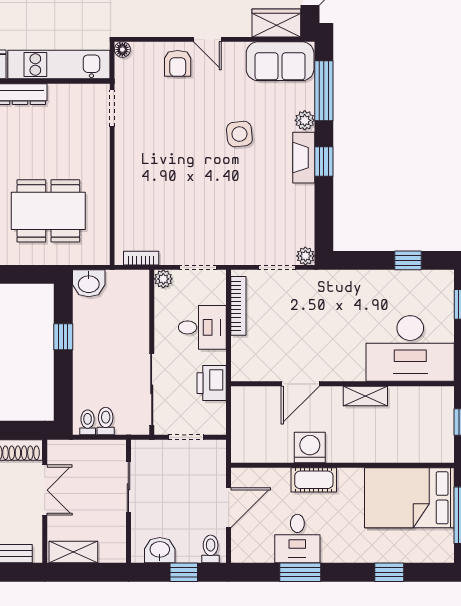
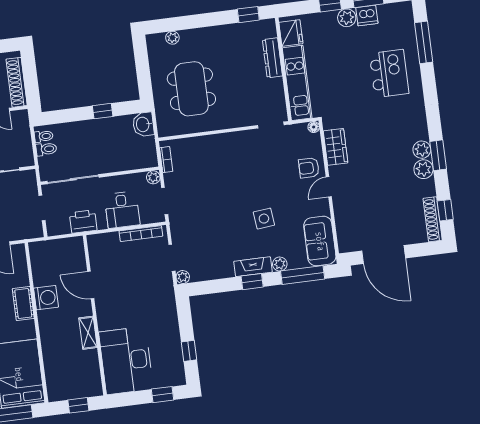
wardrobe: (276, 23) -> (336, 147), moved

